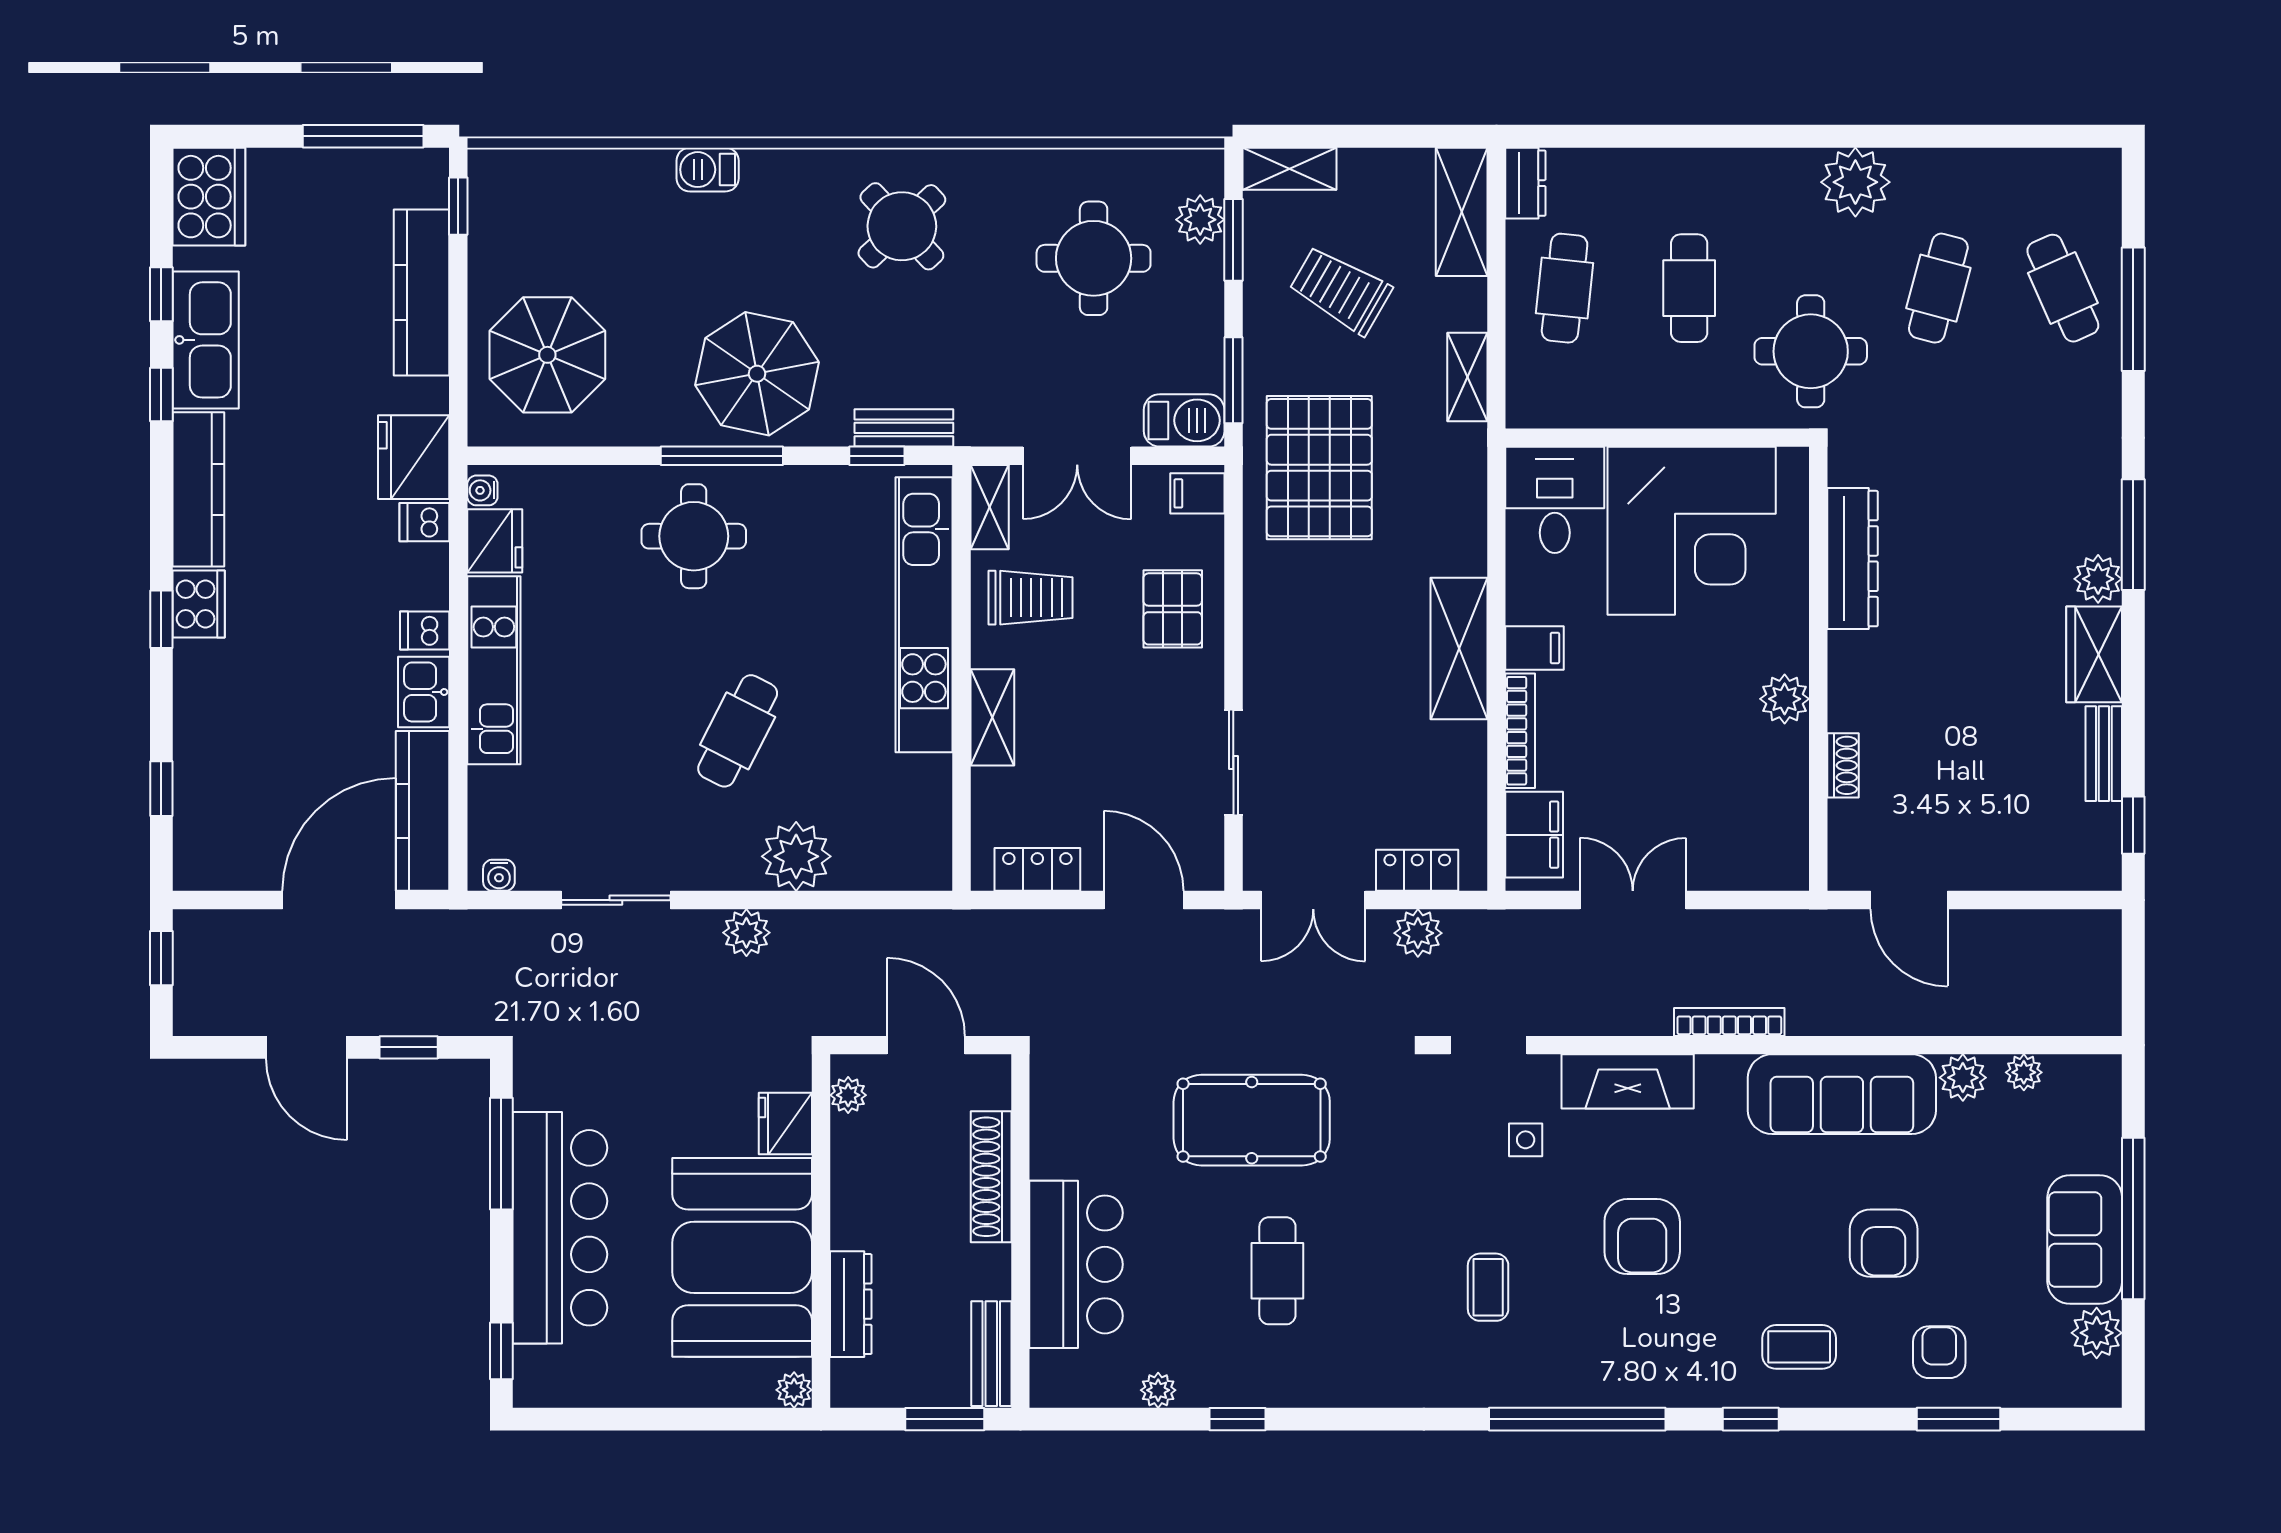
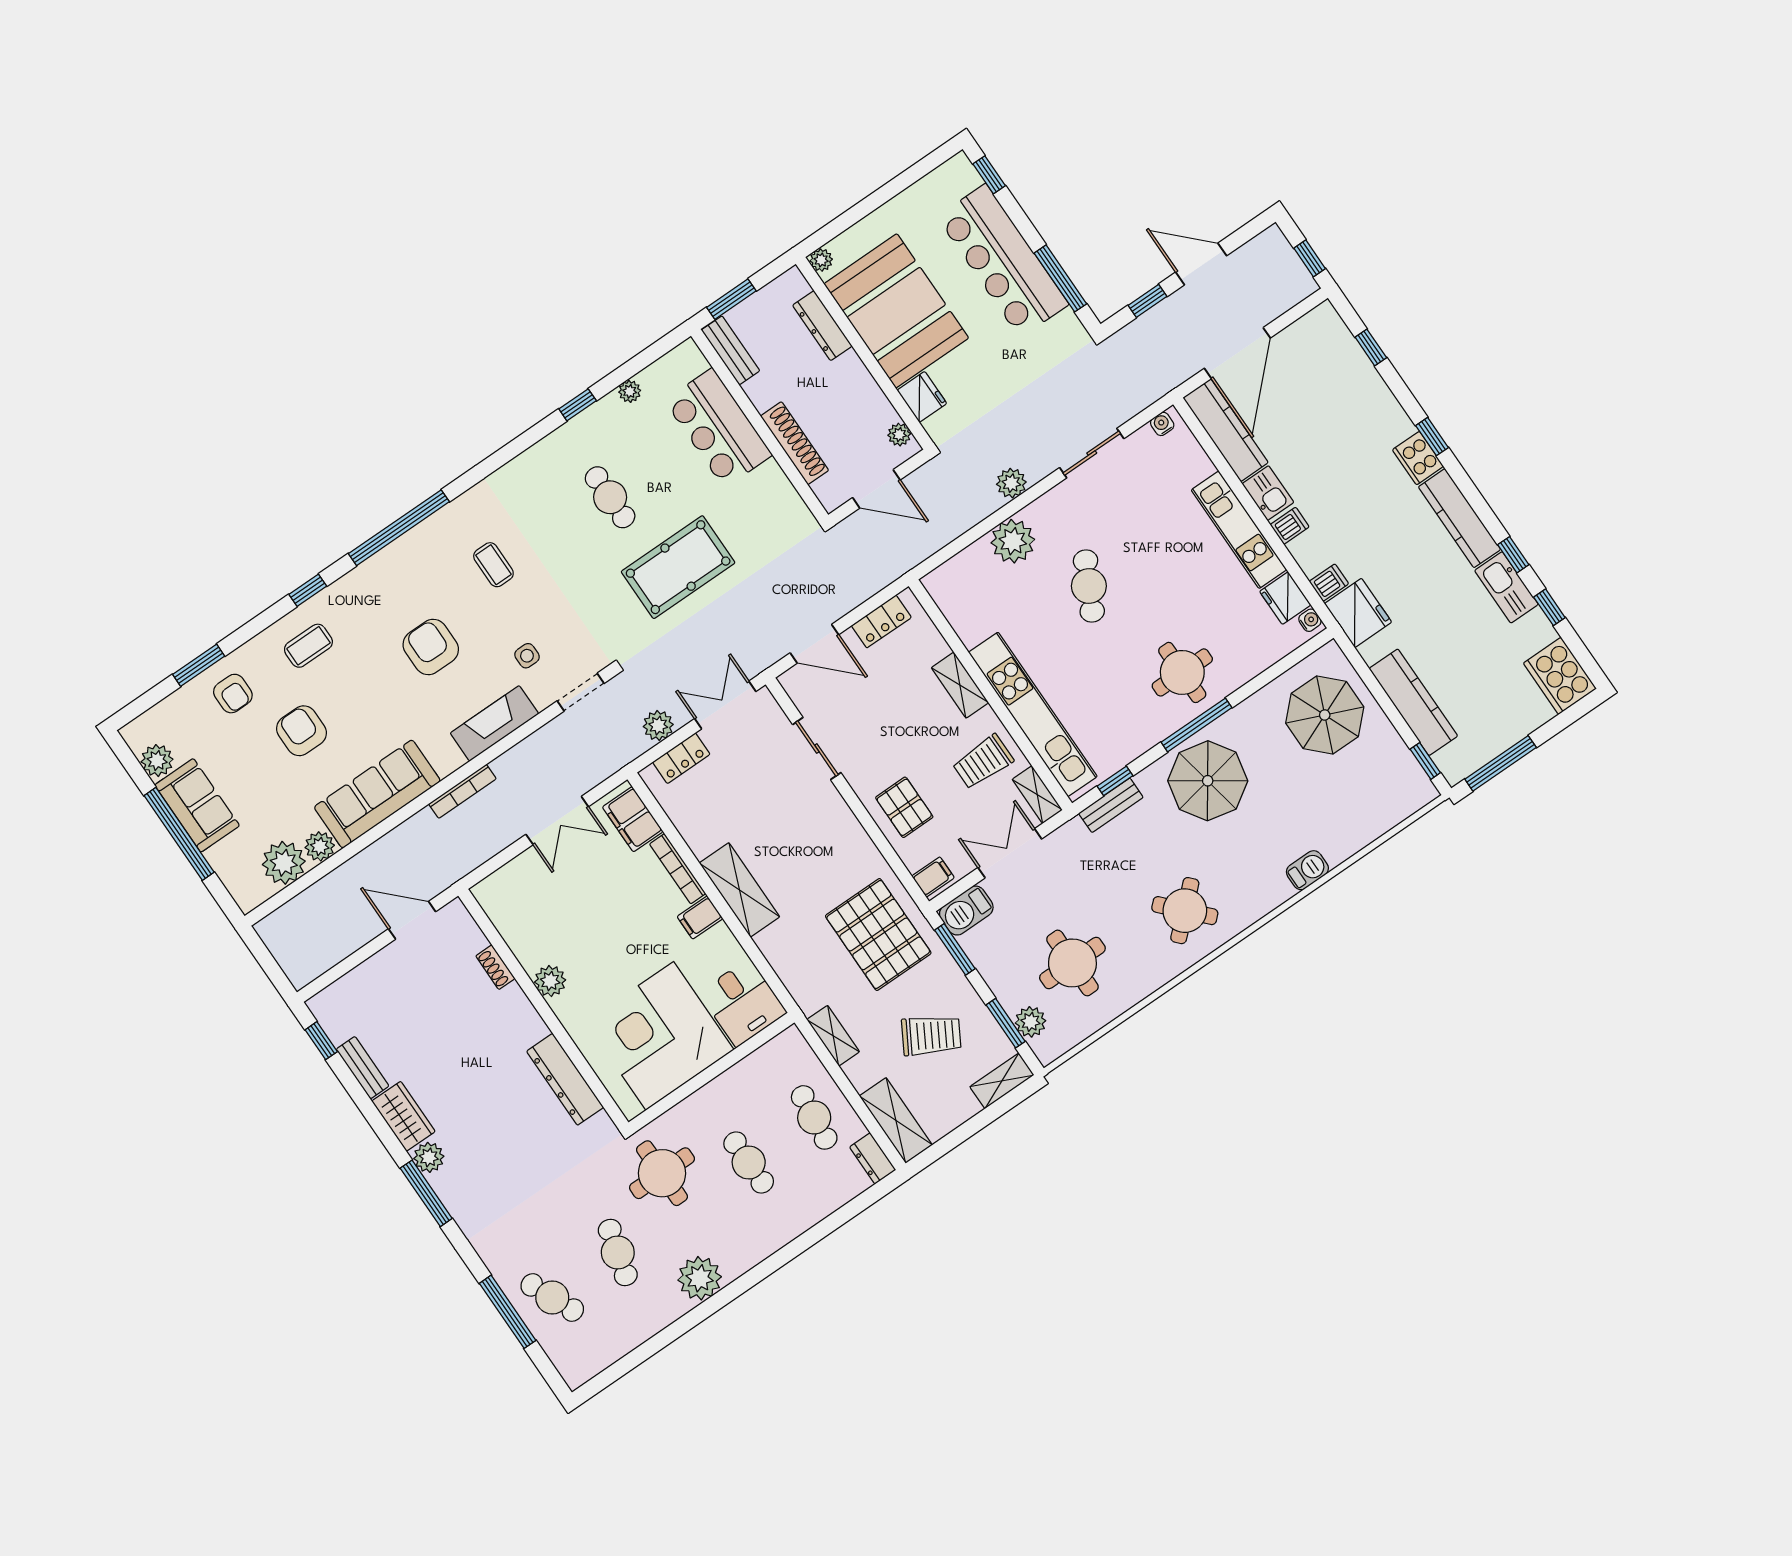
kitchen sink: (206, 340) -> (1506, 587), width x0.73, depth x0.81
plant: (2024, 1072) -> (284, 863), width x1.88, depth x1.88

